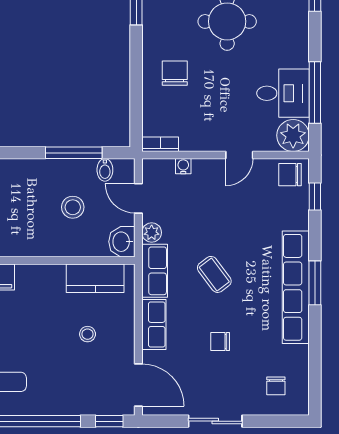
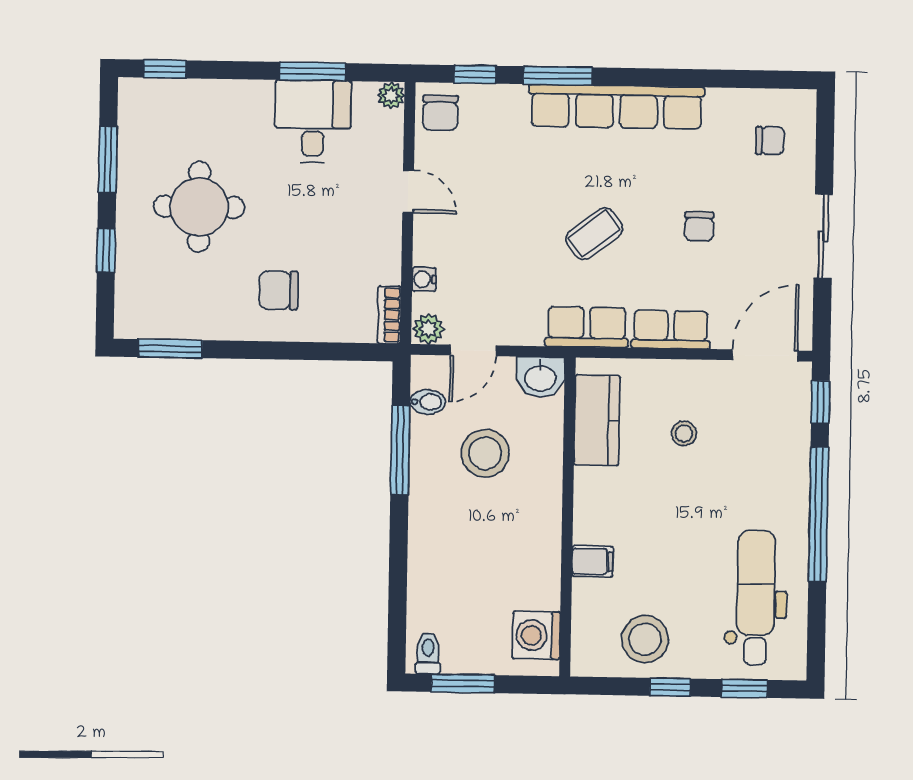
window: (315, 93) -> (313, 72), width x0.69
plant: (293, 135) -> (391, 95), width x0.53, depth x0.53
stool: (73, 207) -> (485, 453), width x1.38, depth x1.38
plant: (152, 233) -> (428, 329), moved
window: (315, 283) -> (558, 76), moved

